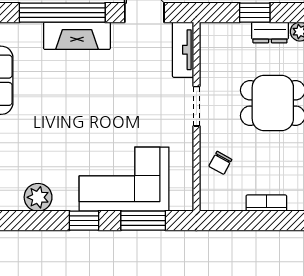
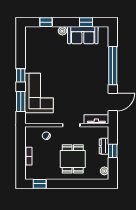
dresser: (270, 32) -> (104, 146), moved
fireplace: (77, 36) -> (103, 72), removed
plant: (38, 197) -> (31, 55), removed

